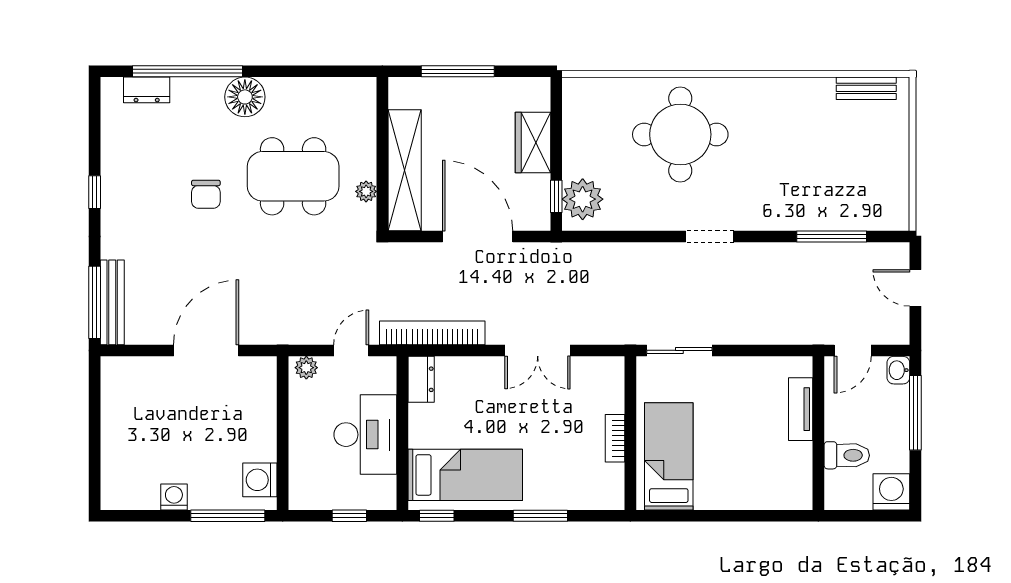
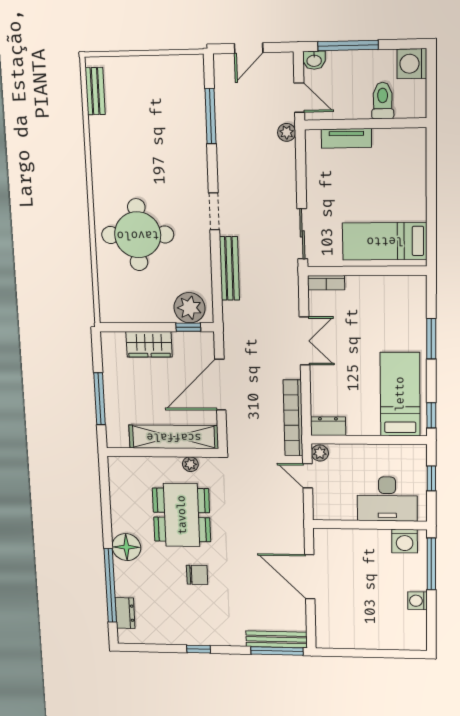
bench: (635, 254) -> (229, 268), added
plant: (809, 333) -> (287, 132), added
plant: (306, 368) -> (320, 453), moved
desk: (365, 435) -> (387, 499), moved, turned 180
bookcase: (615, 438) -> (326, 283), moved

